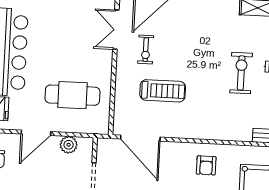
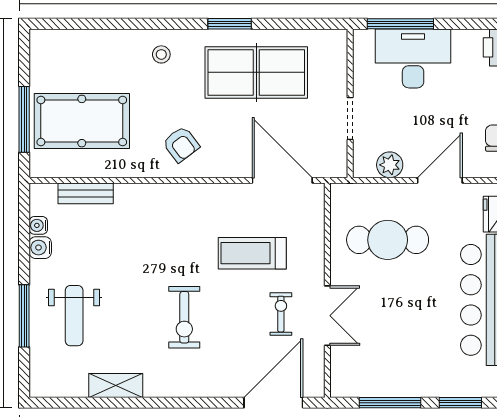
double door: (116, 30) -> (327, 316), moved
exercise bike: (241, 73) -> (184, 317), moved
armchair: (206, 165) -> (181, 144), turned 143

